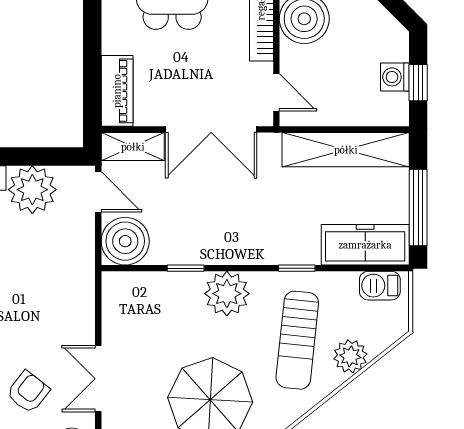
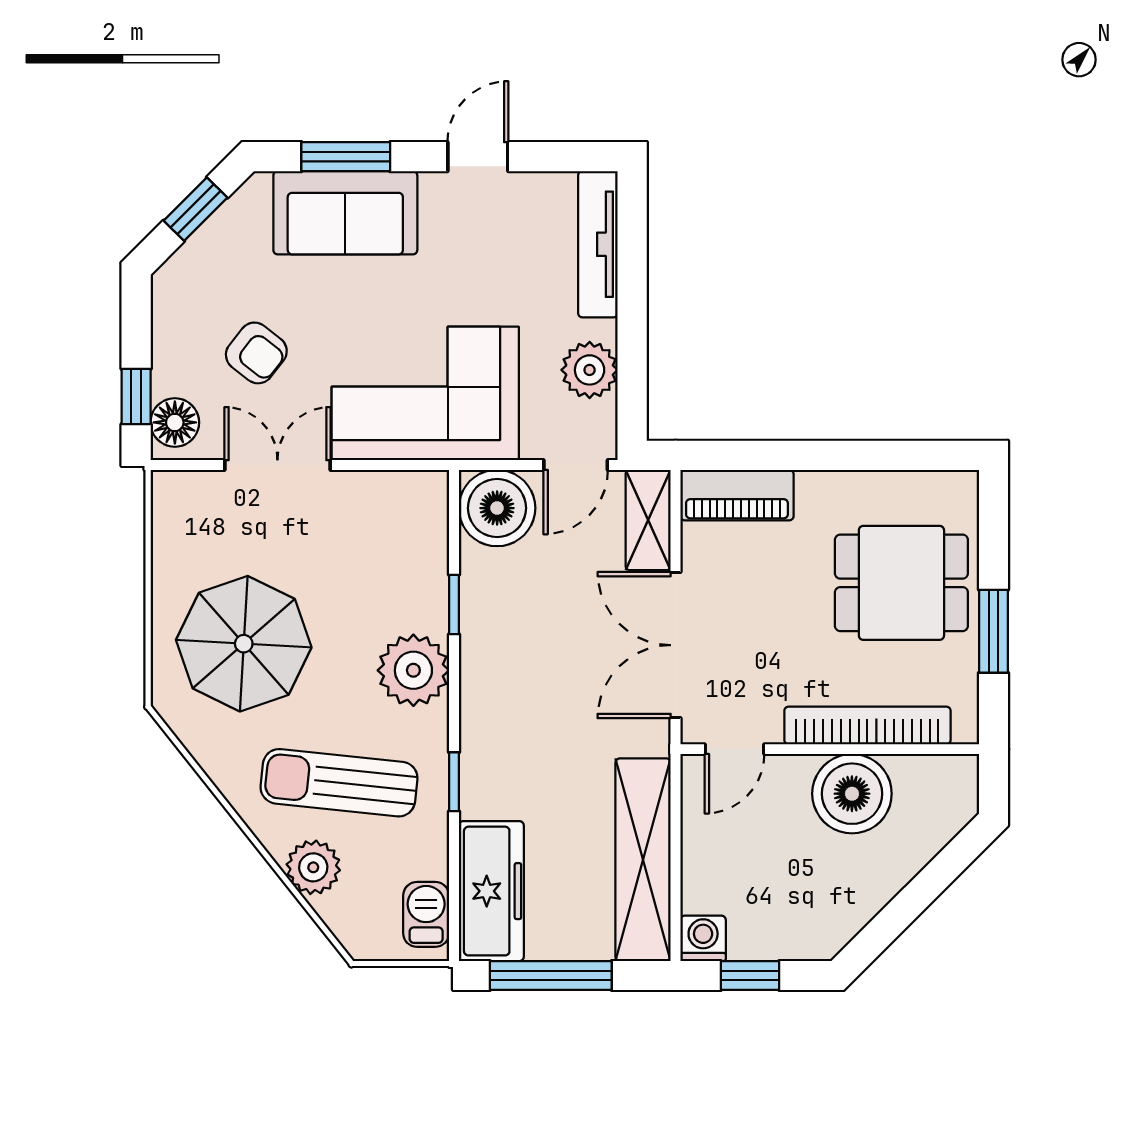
washing machine: (395, 77) -> (703, 938), moved
plant: (32, 190) -> (590, 370), width x0.73, depth x0.73
corner sofa: (53, 286) -> (425, 393), added

